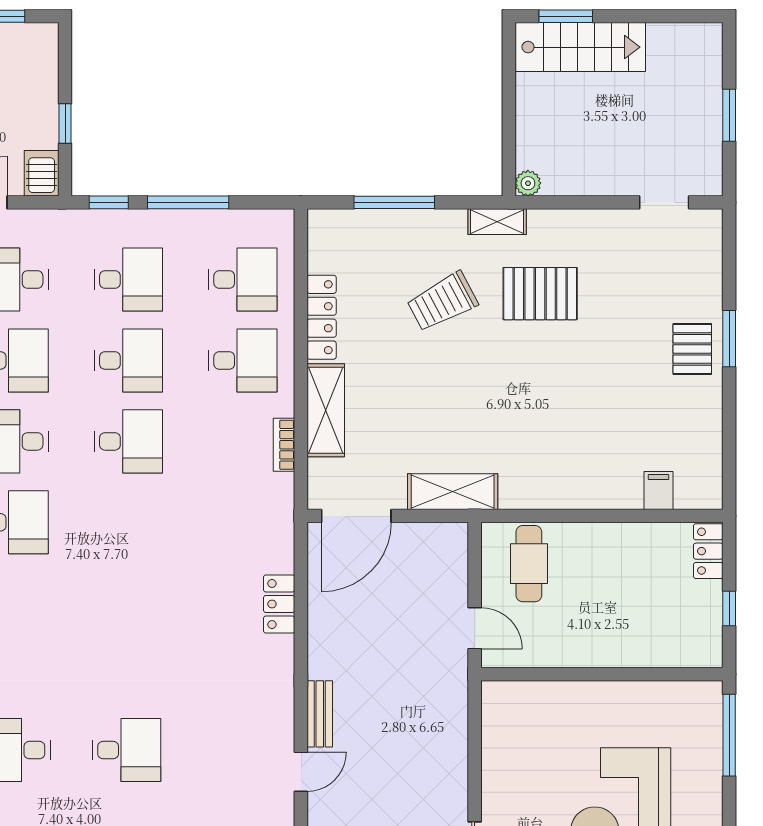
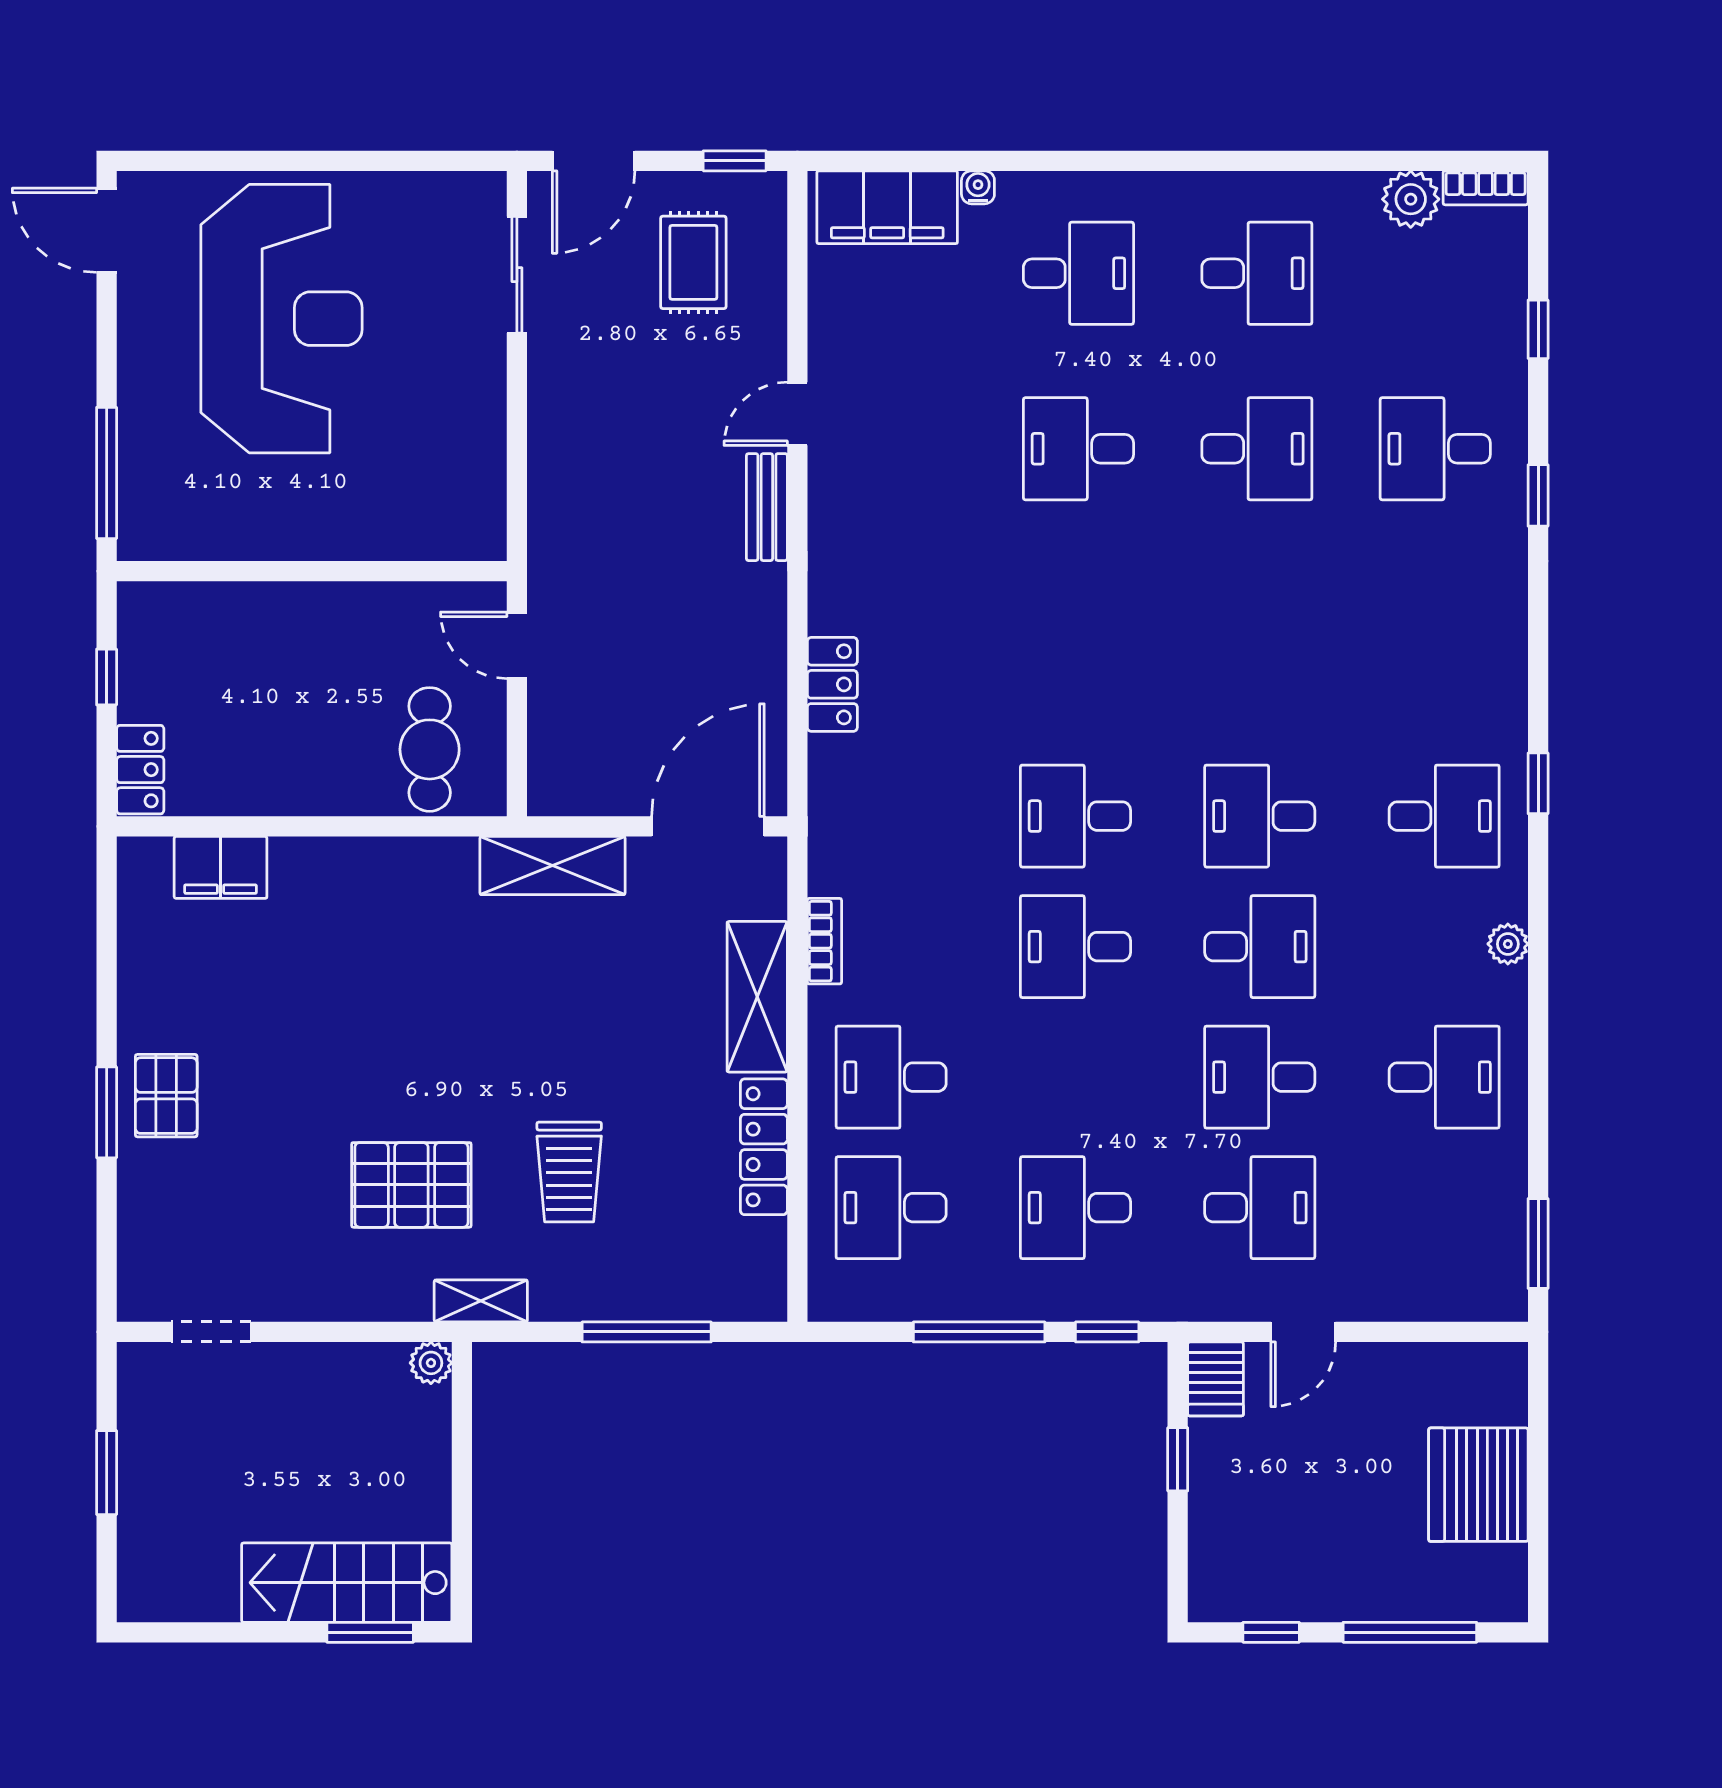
trolley: (442, 302) -> (569, 1172), turned 118
desk: (128, 360) -> (1075, 816), moved
filing cabinet: (658, 490) -> (221, 867), width x2.00

